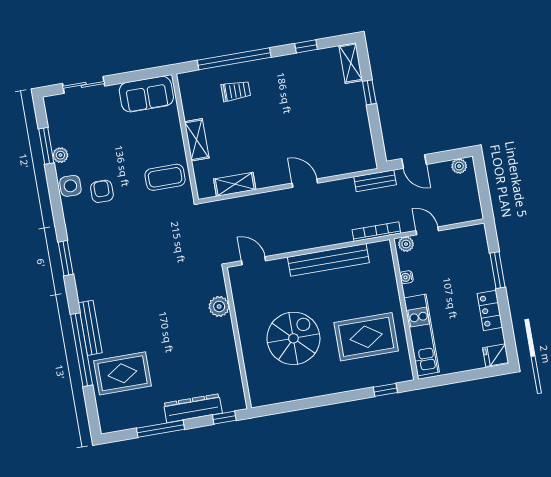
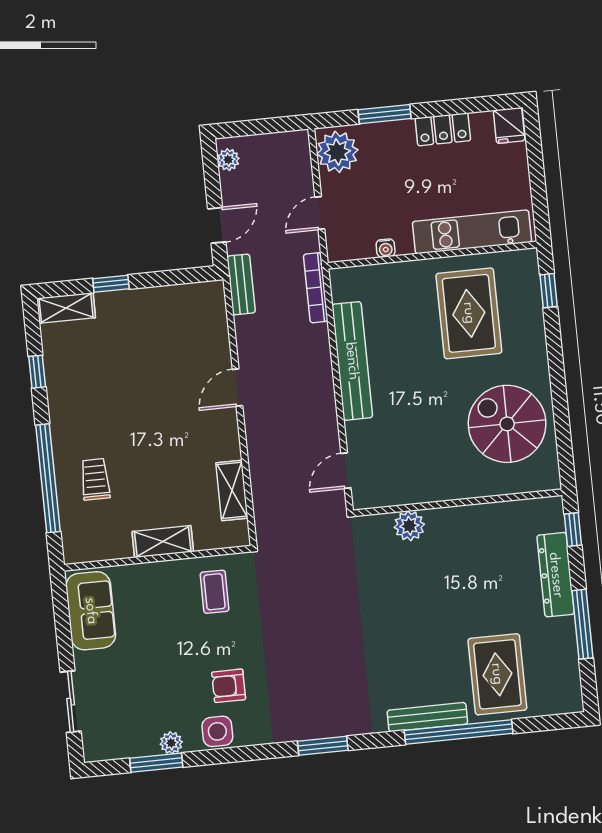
coffee table: (165, 177) -> (215, 592), width x0.73, depth x0.77
plant: (406, 244) -> (337, 152), moved, width x1.87, depth x1.87
spiral stairs: (293, 338) -> (507, 424), moved

